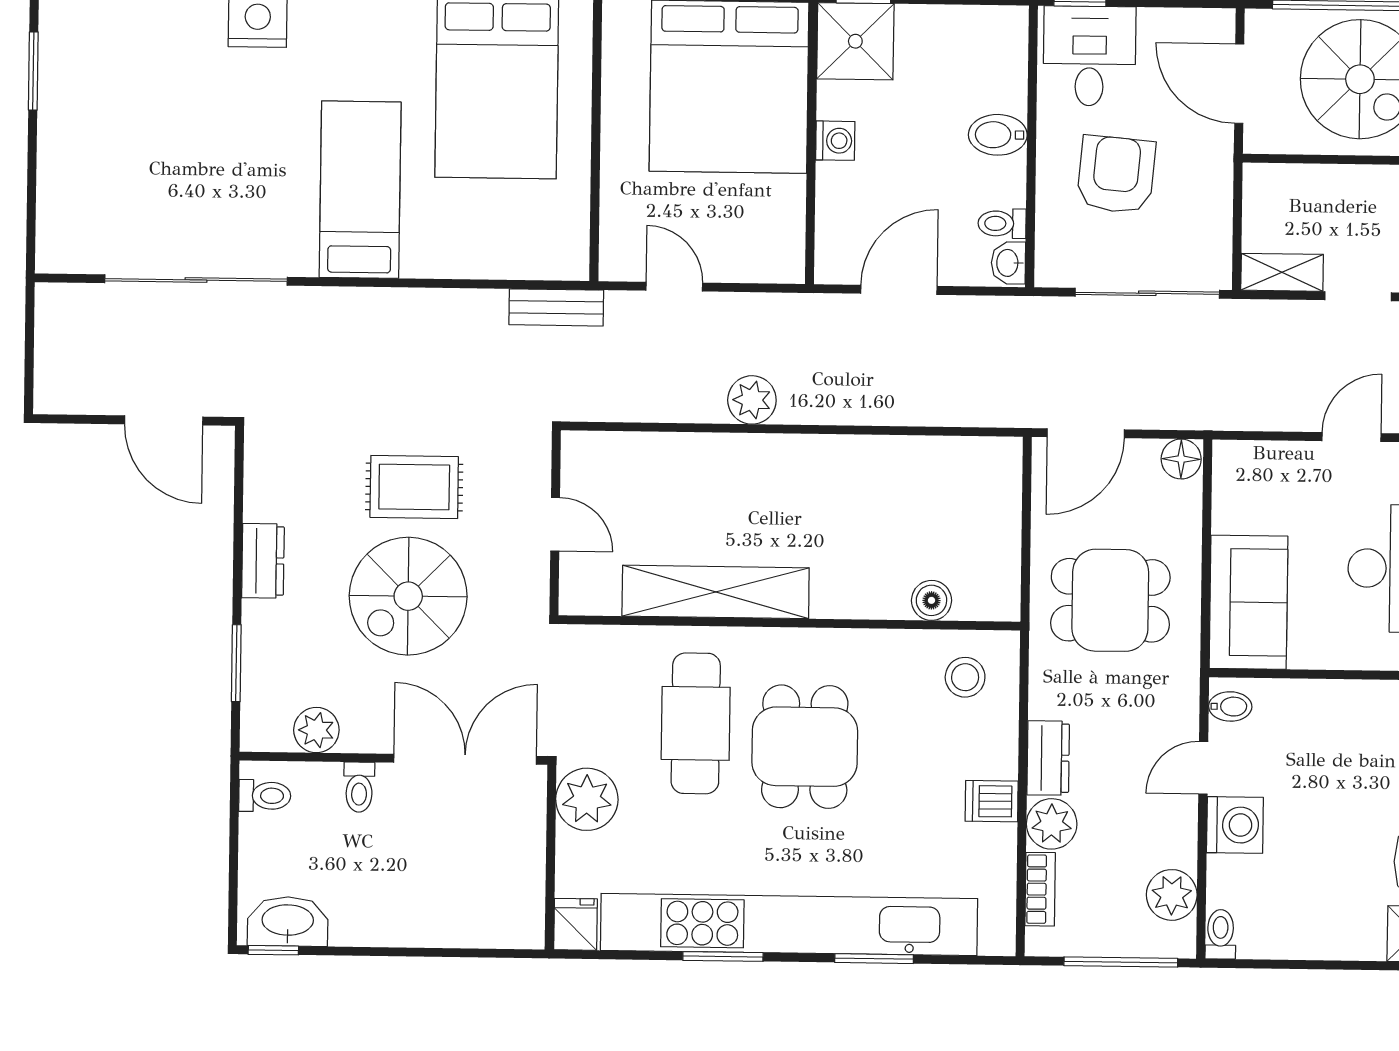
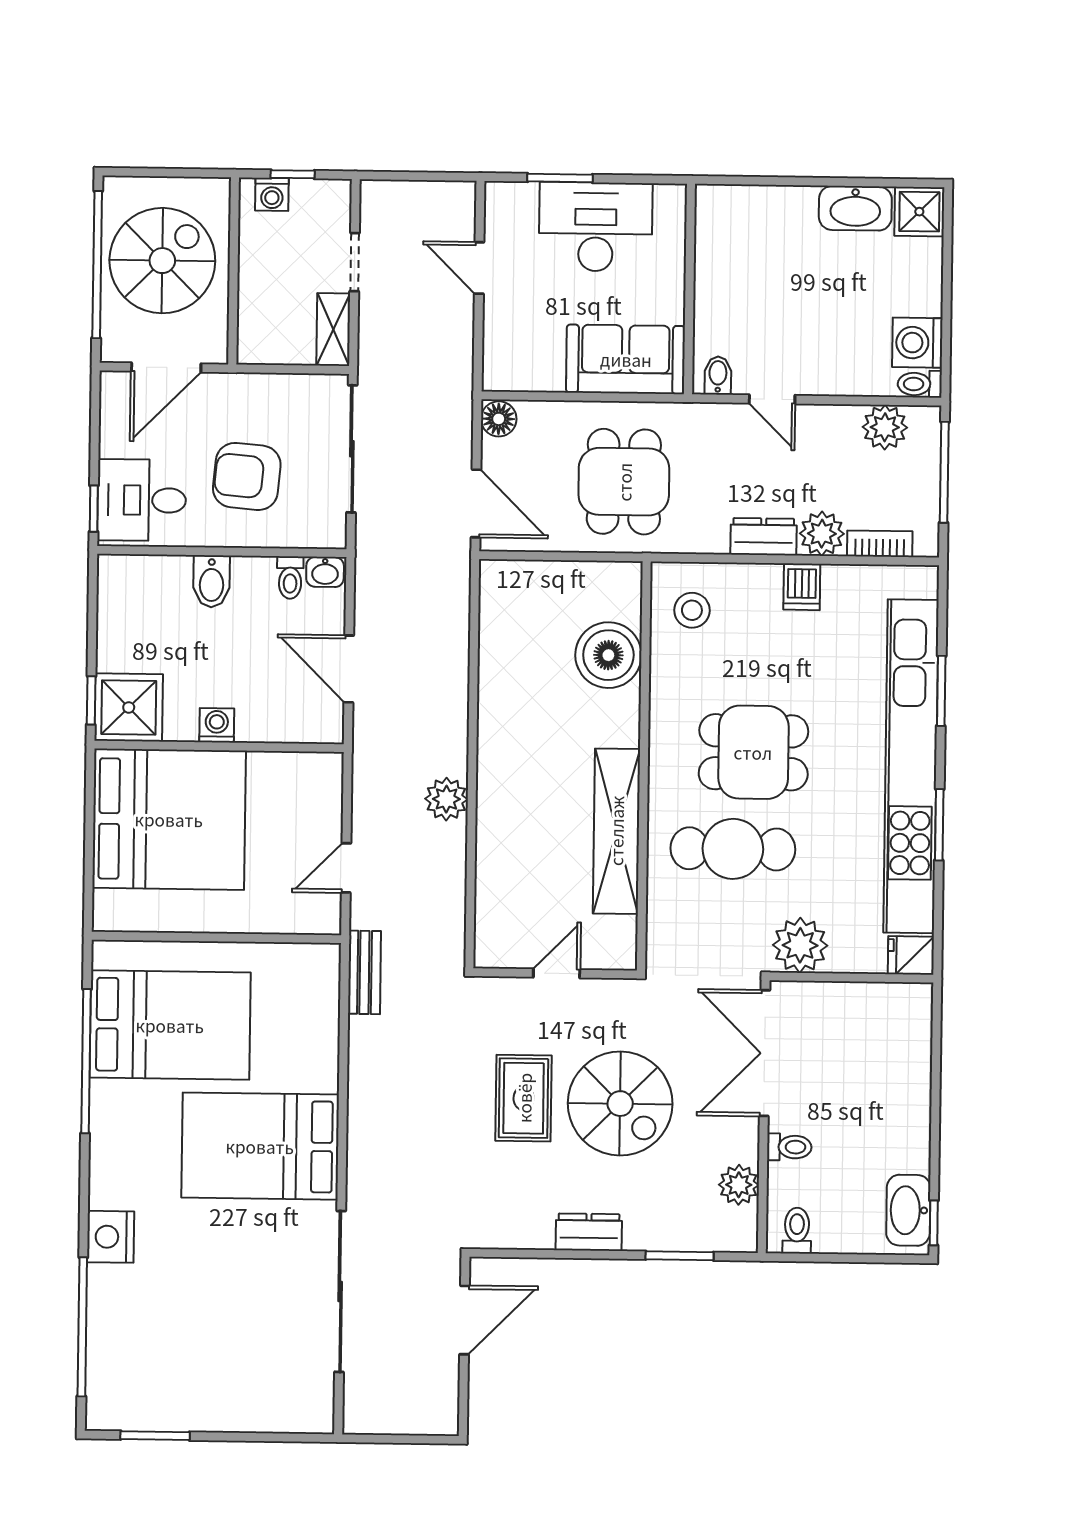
bed: (360, 190) -> (260, 1146), width x1.50
boiler: (931, 600) -> (608, 655), width x1.86, depth x1.86
washing machine: (1235, 825) -> (917, 343), moved, turned -90

